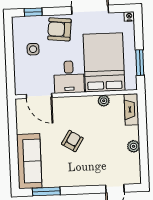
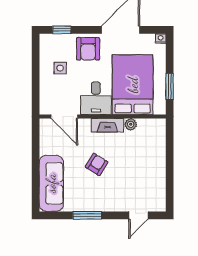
armchair: (59, 29) -> (88, 49), turned -96
fireplace: (131, 109) -> (107, 125), moved, turned -90
plant: (133, 146) -> (159, 173), removed
window: (46, 191) -> (87, 215), moved

